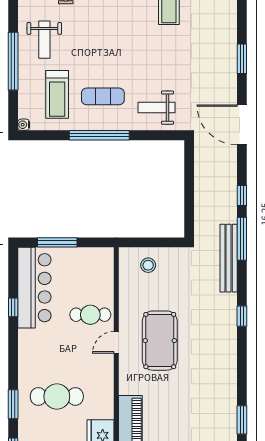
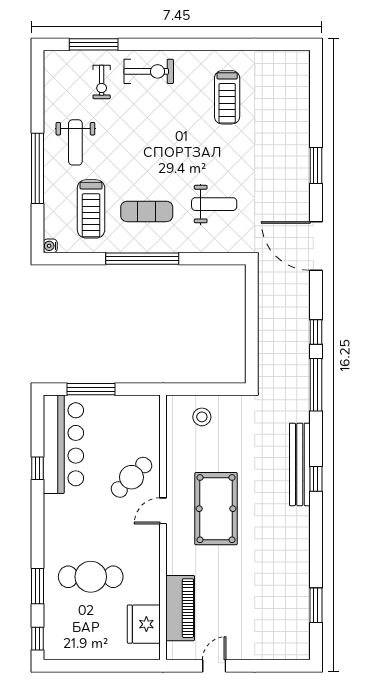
weight bench: (156, 108) -> (214, 204), moved, turned 180
bench: (229, 258) -> (300, 464), moved
cafe table: (90, 315) -> (131, 477), turned -45

